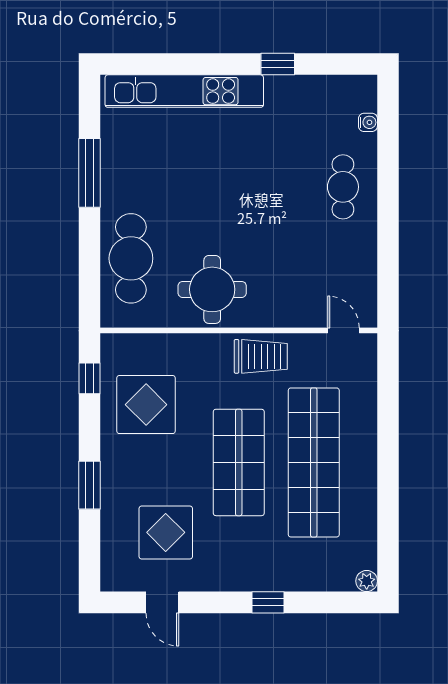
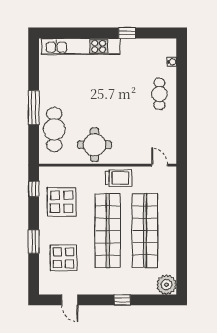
window: (89, 173) -> (34, 108), moved
shop shelf: (239, 462) -> (108, 231), width x1.40
display table: (166, 532) -> (63, 258), moved
plant: (367, 581) -> (166, 285), width x1.88, depth x1.88

